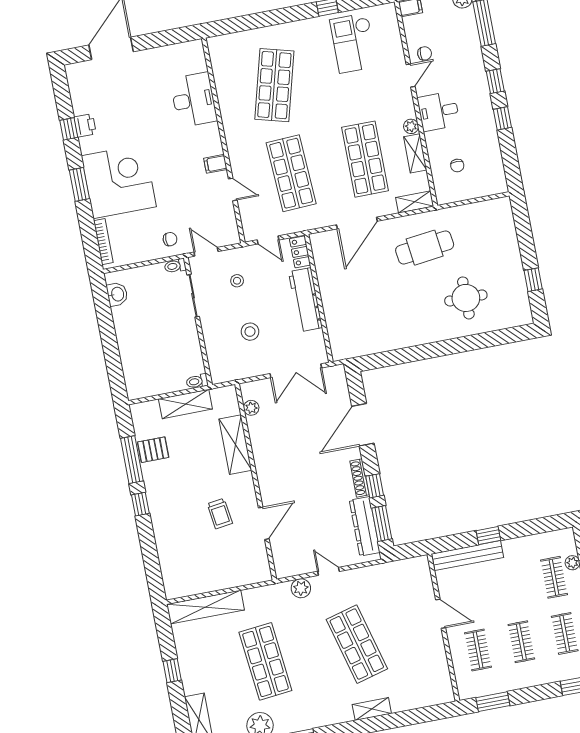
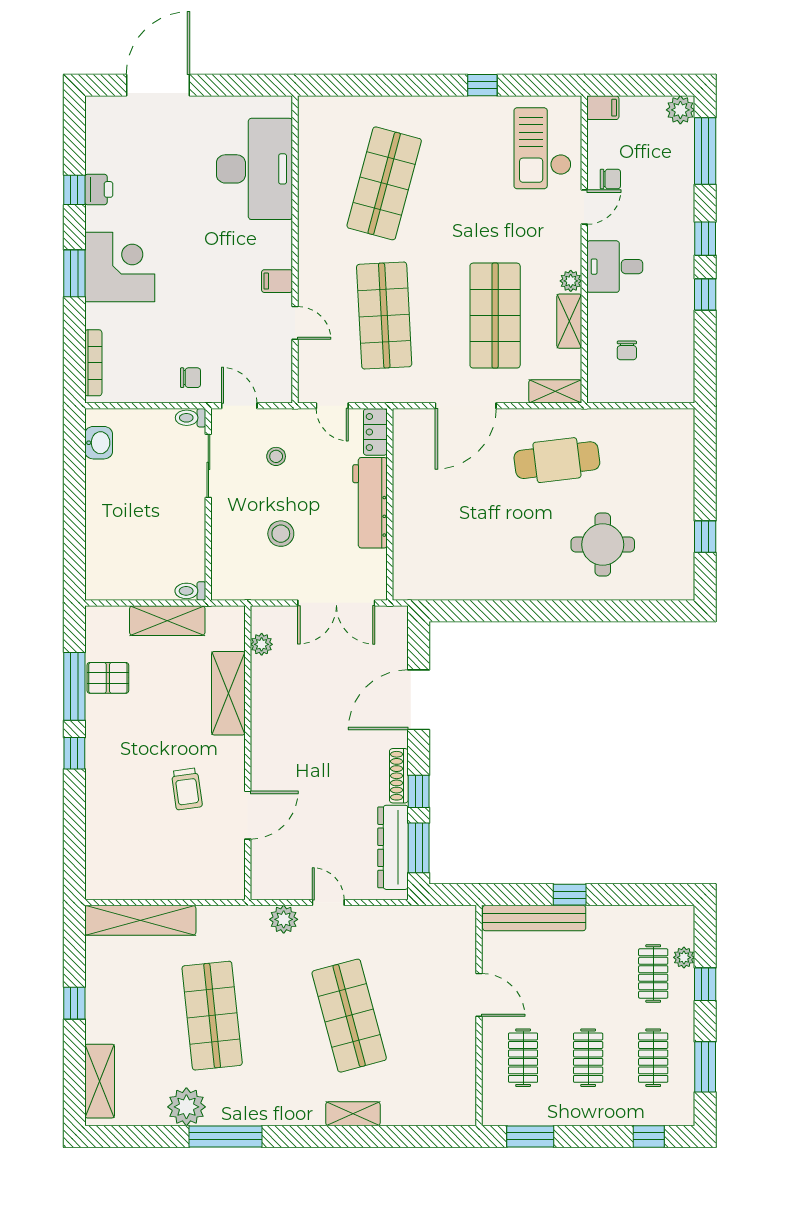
checkout: (353, 43) -> (543, 148), moved
desk: (194, 100) -> (254, 169), width x1.36, depth x1.30
corner desk: (119, 181) -> (120, 267), width x0.74, depth x0.74

